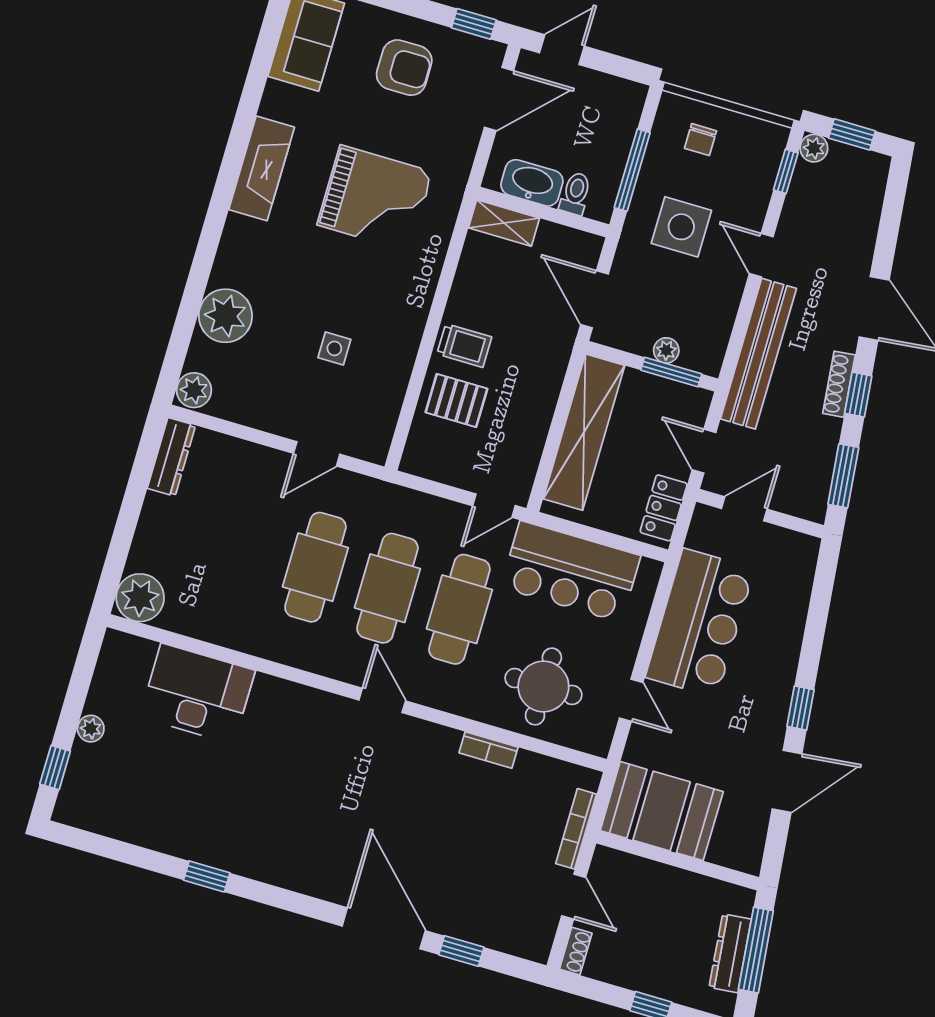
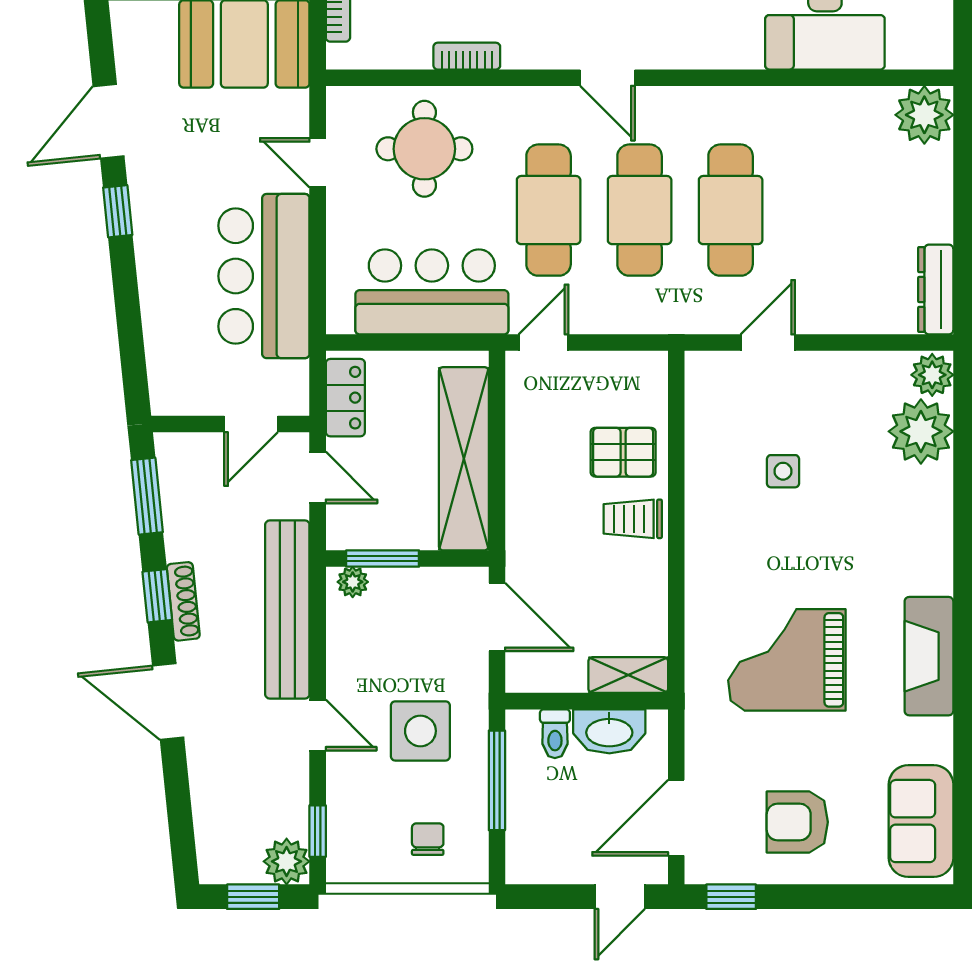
plant: (814, 148) -> (287, 861), width x1.38, depth x1.38
plant: (225, 316) -> (921, 431), moved
plant: (666, 350) -> (353, 582), moved

